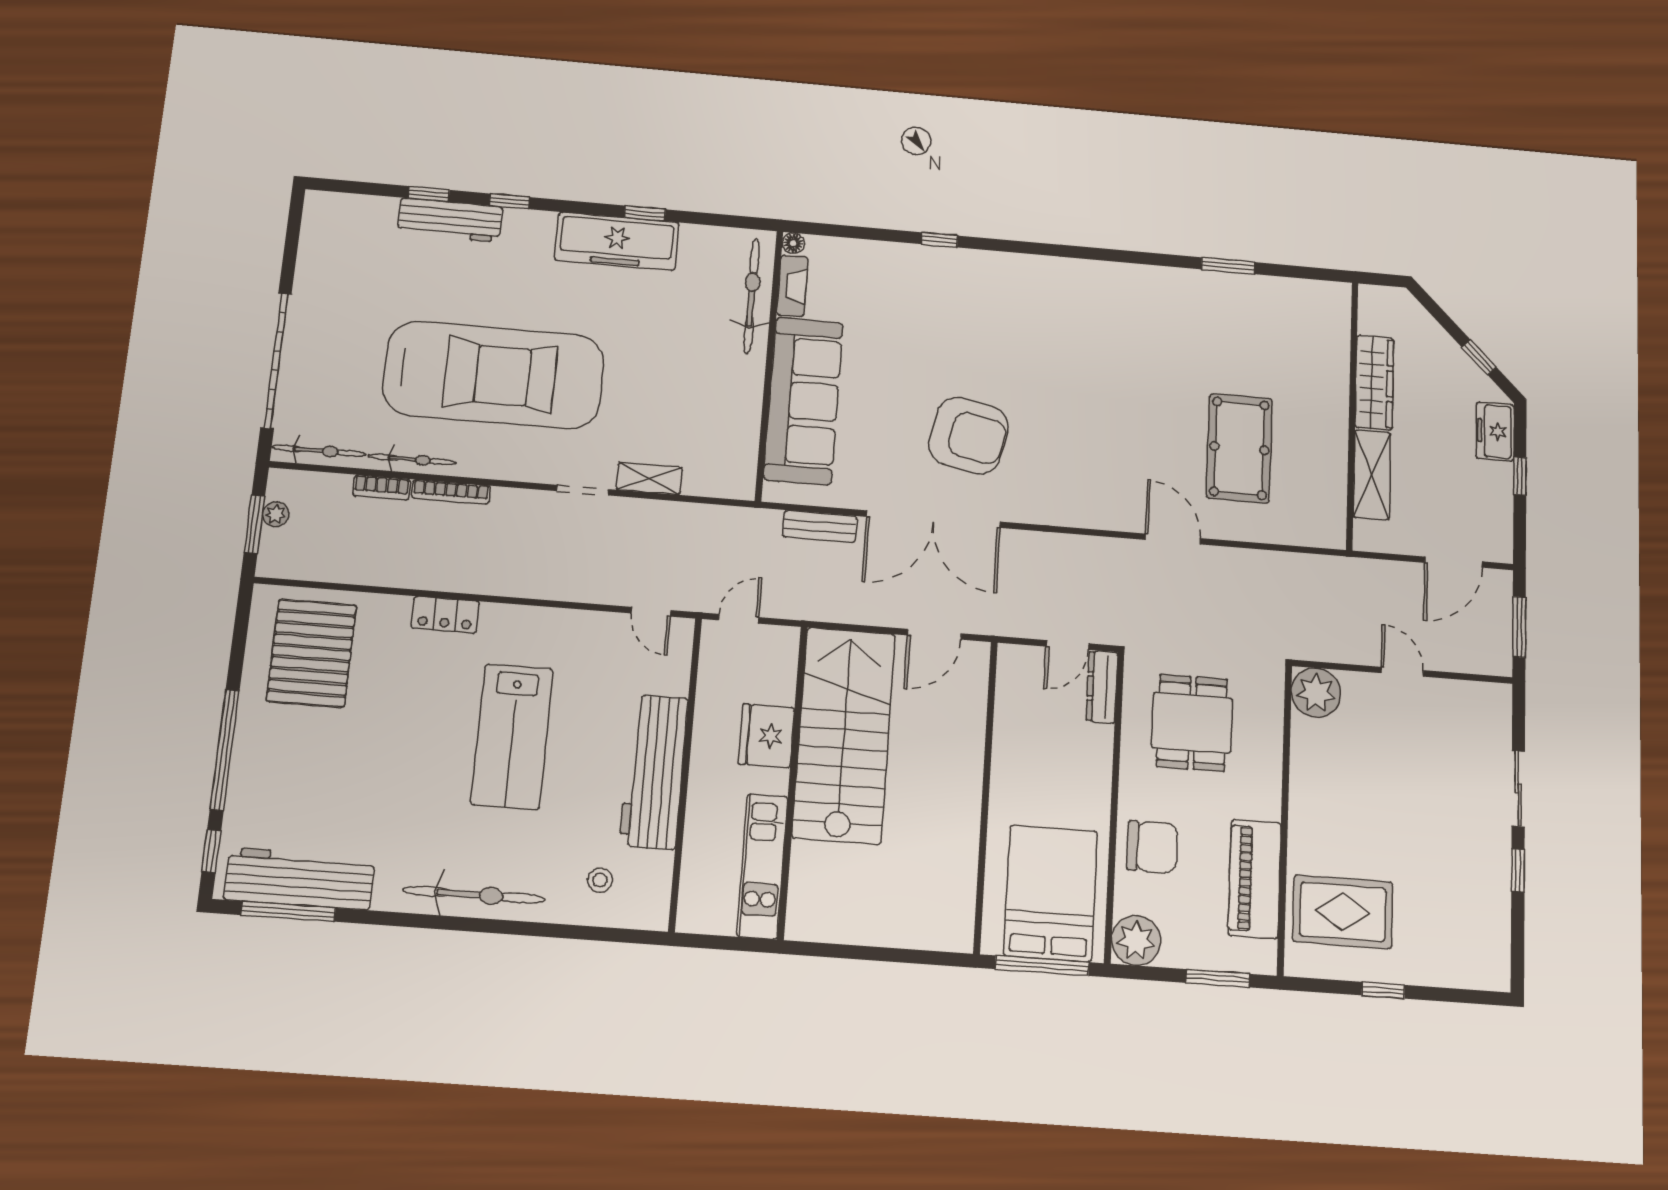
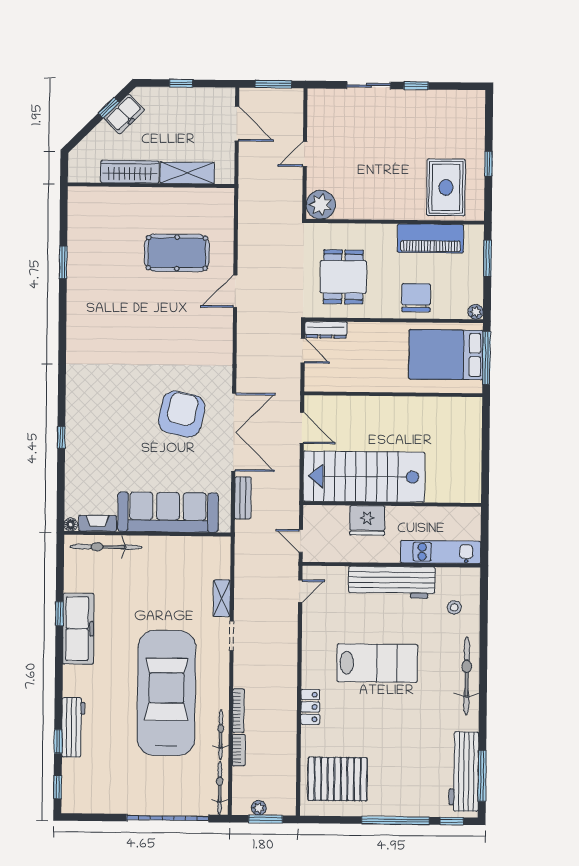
window: (509, 201) -> (58, 787), moved
freezer: (1495, 431) -> (124, 114), moved, turned -45
dining table: (1192, 723) -> (343, 277), turned 90
kitchen unit: (762, 866) -> (441, 552), moved, turned 180
plant: (1136, 941) -> (476, 312), width x0.53, depth x0.53

